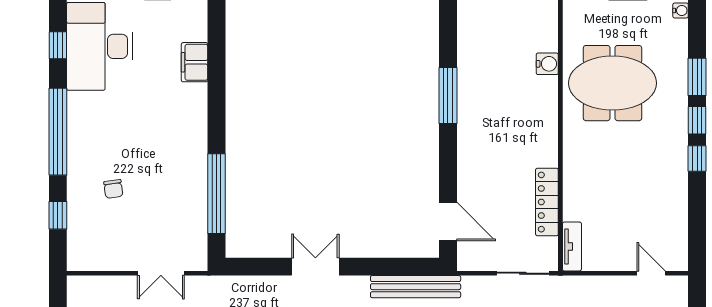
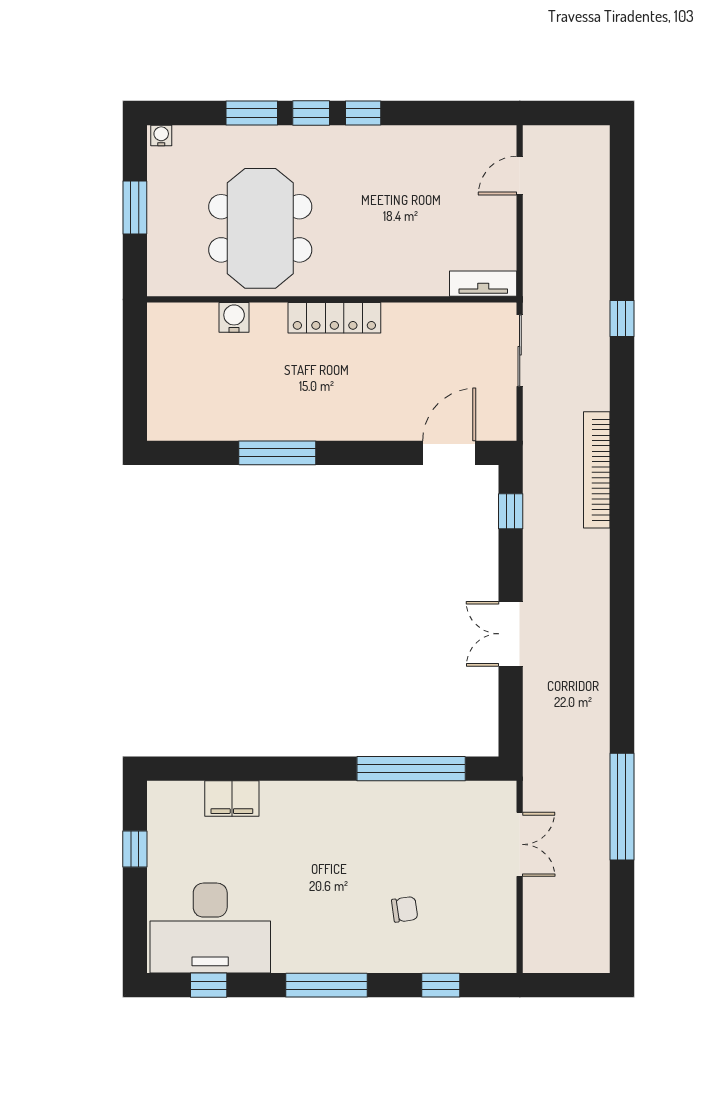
window: (58, 132) -> (327, 985), width x0.68
locker: (547, 202) -> (334, 318), moved
window: (405, 267) -> (511, 511), added
bench: (416, 287) -> (538, 497), removed

